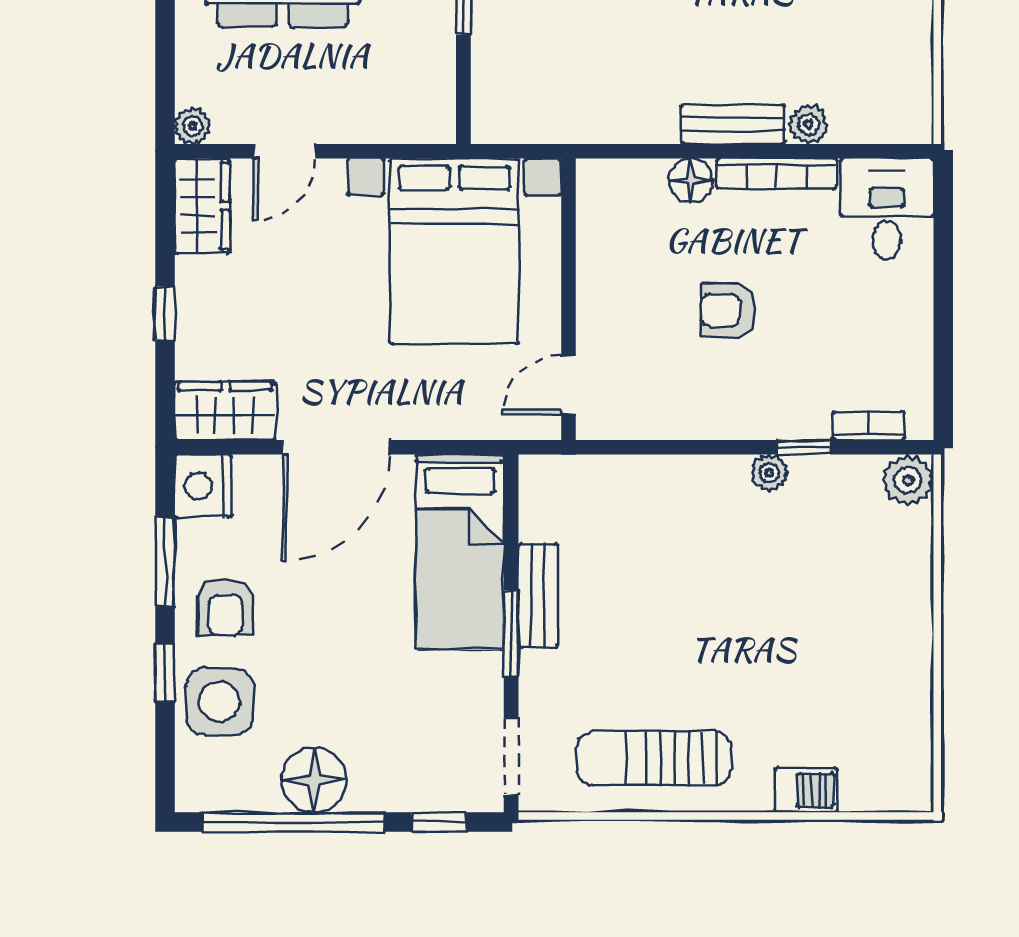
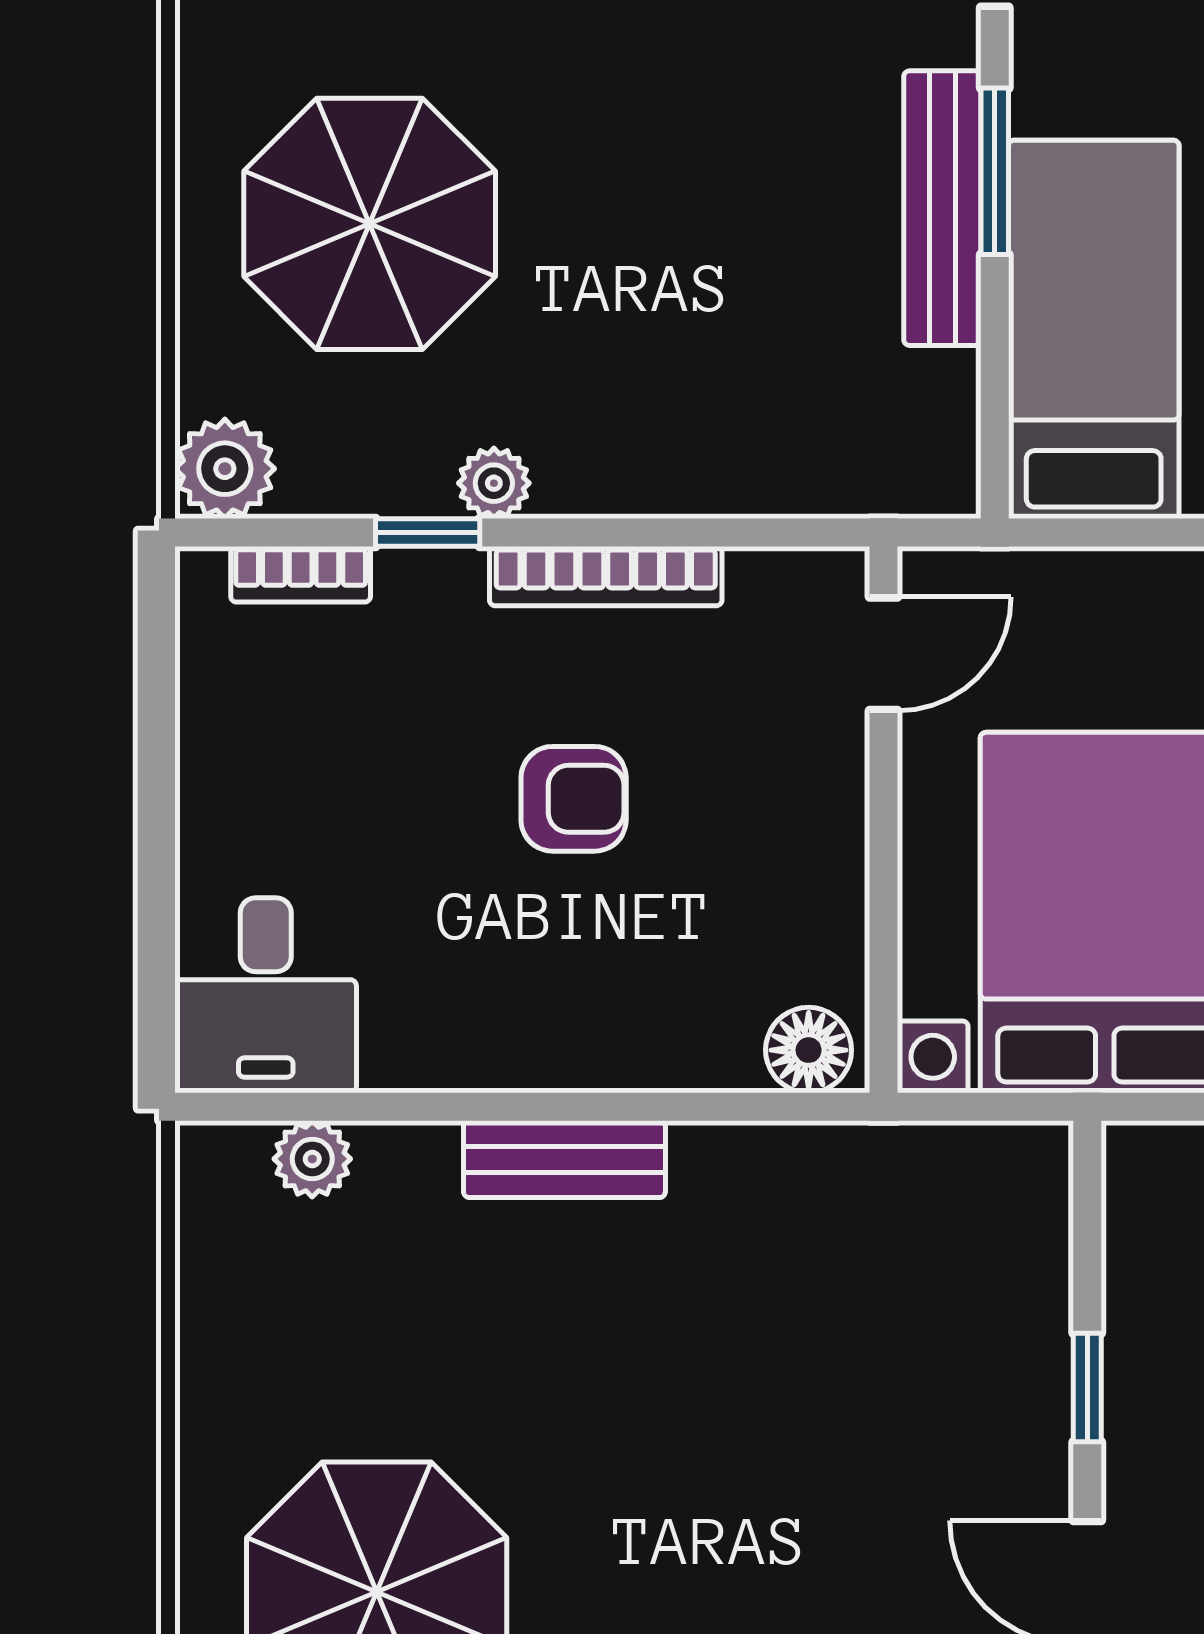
plant: (808, 124) -> (312, 1159), moved
bookcase: (777, 174) -> (606, 576), moved, turned 180
floor lamp: (691, 180) -> (809, 1050), moved
bench: (538, 596) -> (942, 208), width x1.36
parasol: (833, 606) -> (370, 224), added

